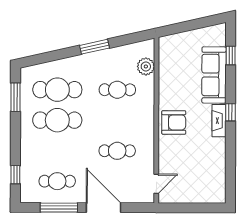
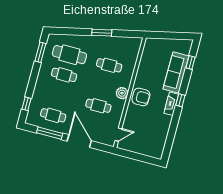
plant: (146, 66) -> (122, 93), moved
cafe table: (57, 120) -> (64, 75), width x0.73, depth x0.74

